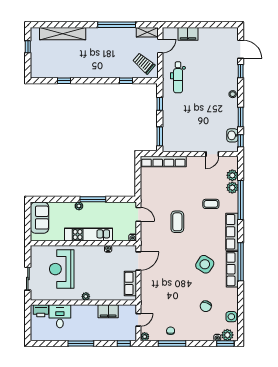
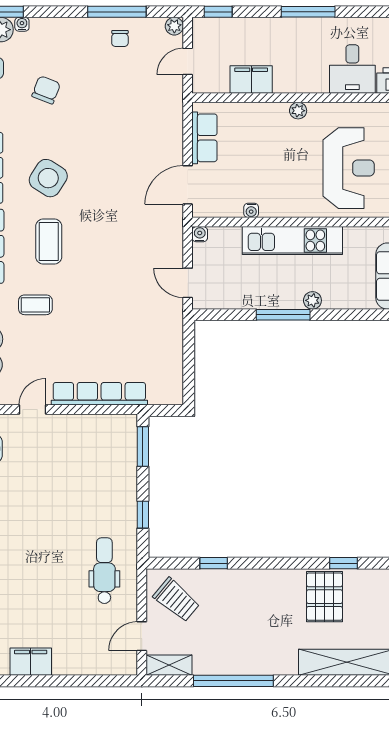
filing cabinet: (188, 34) -> (31, 662), moved
pallet: (73, 65) -> (325, 597), added
row of seats: (163, 162) -> (99, 394), moved
coffee table: (177, 222) -> (49, 242), moved

